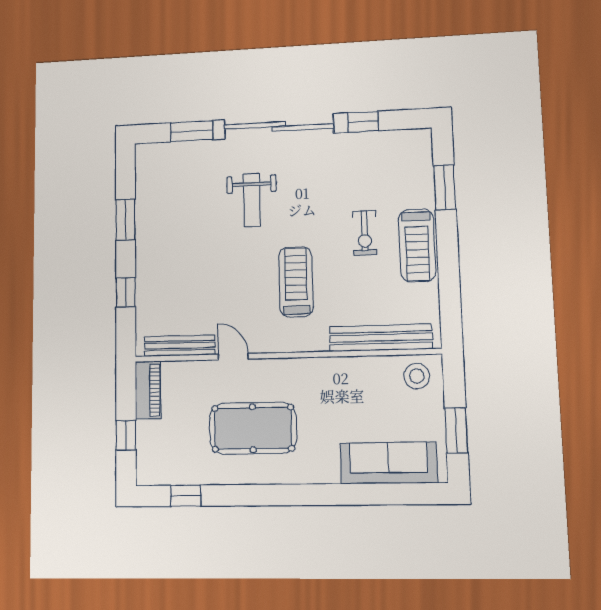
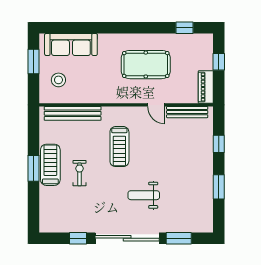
window: (445, 187) -> (34, 168), moved
weight bench: (252, 200) -> (144, 195), turned -90
stool: (417, 376) -> (58, 80), moved

